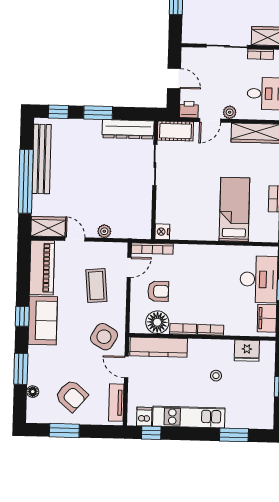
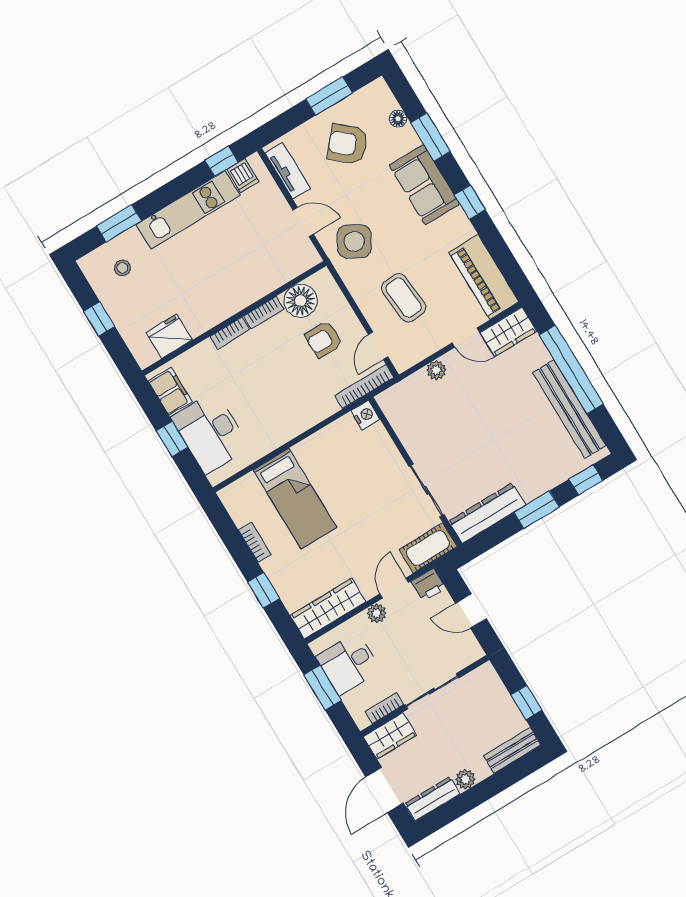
sofa: (43, 320) -> (424, 185), moved
kitchen counter: (159, 347) -> (279, 271), removed
stool: (216, 376) -> (122, 268), moved

